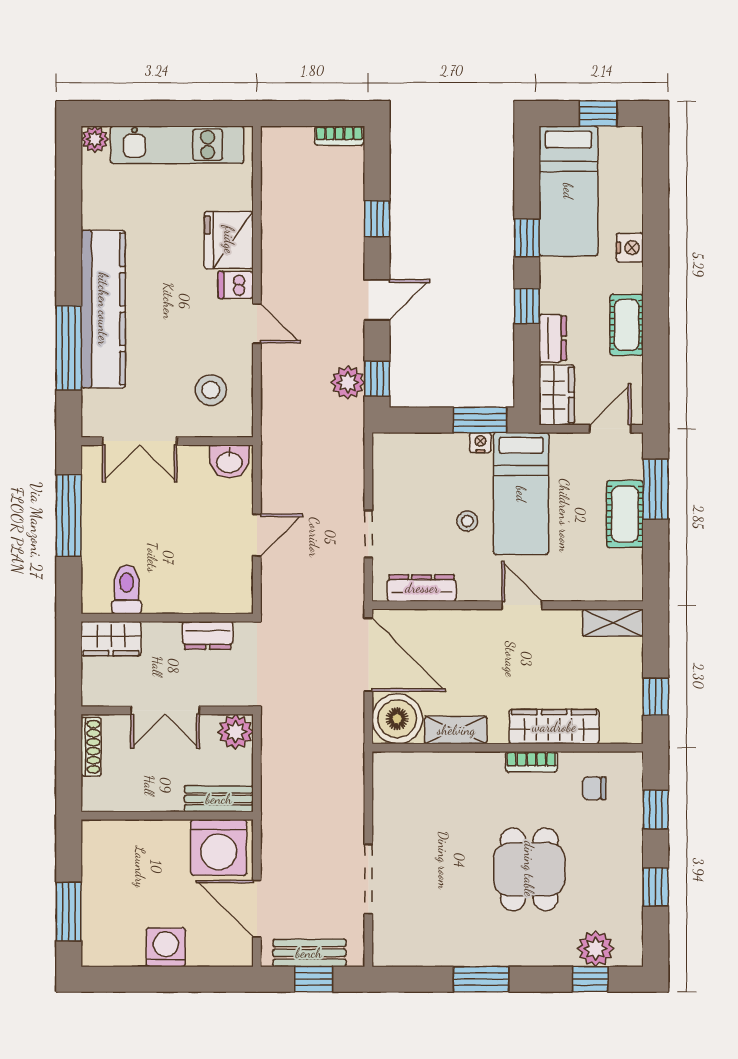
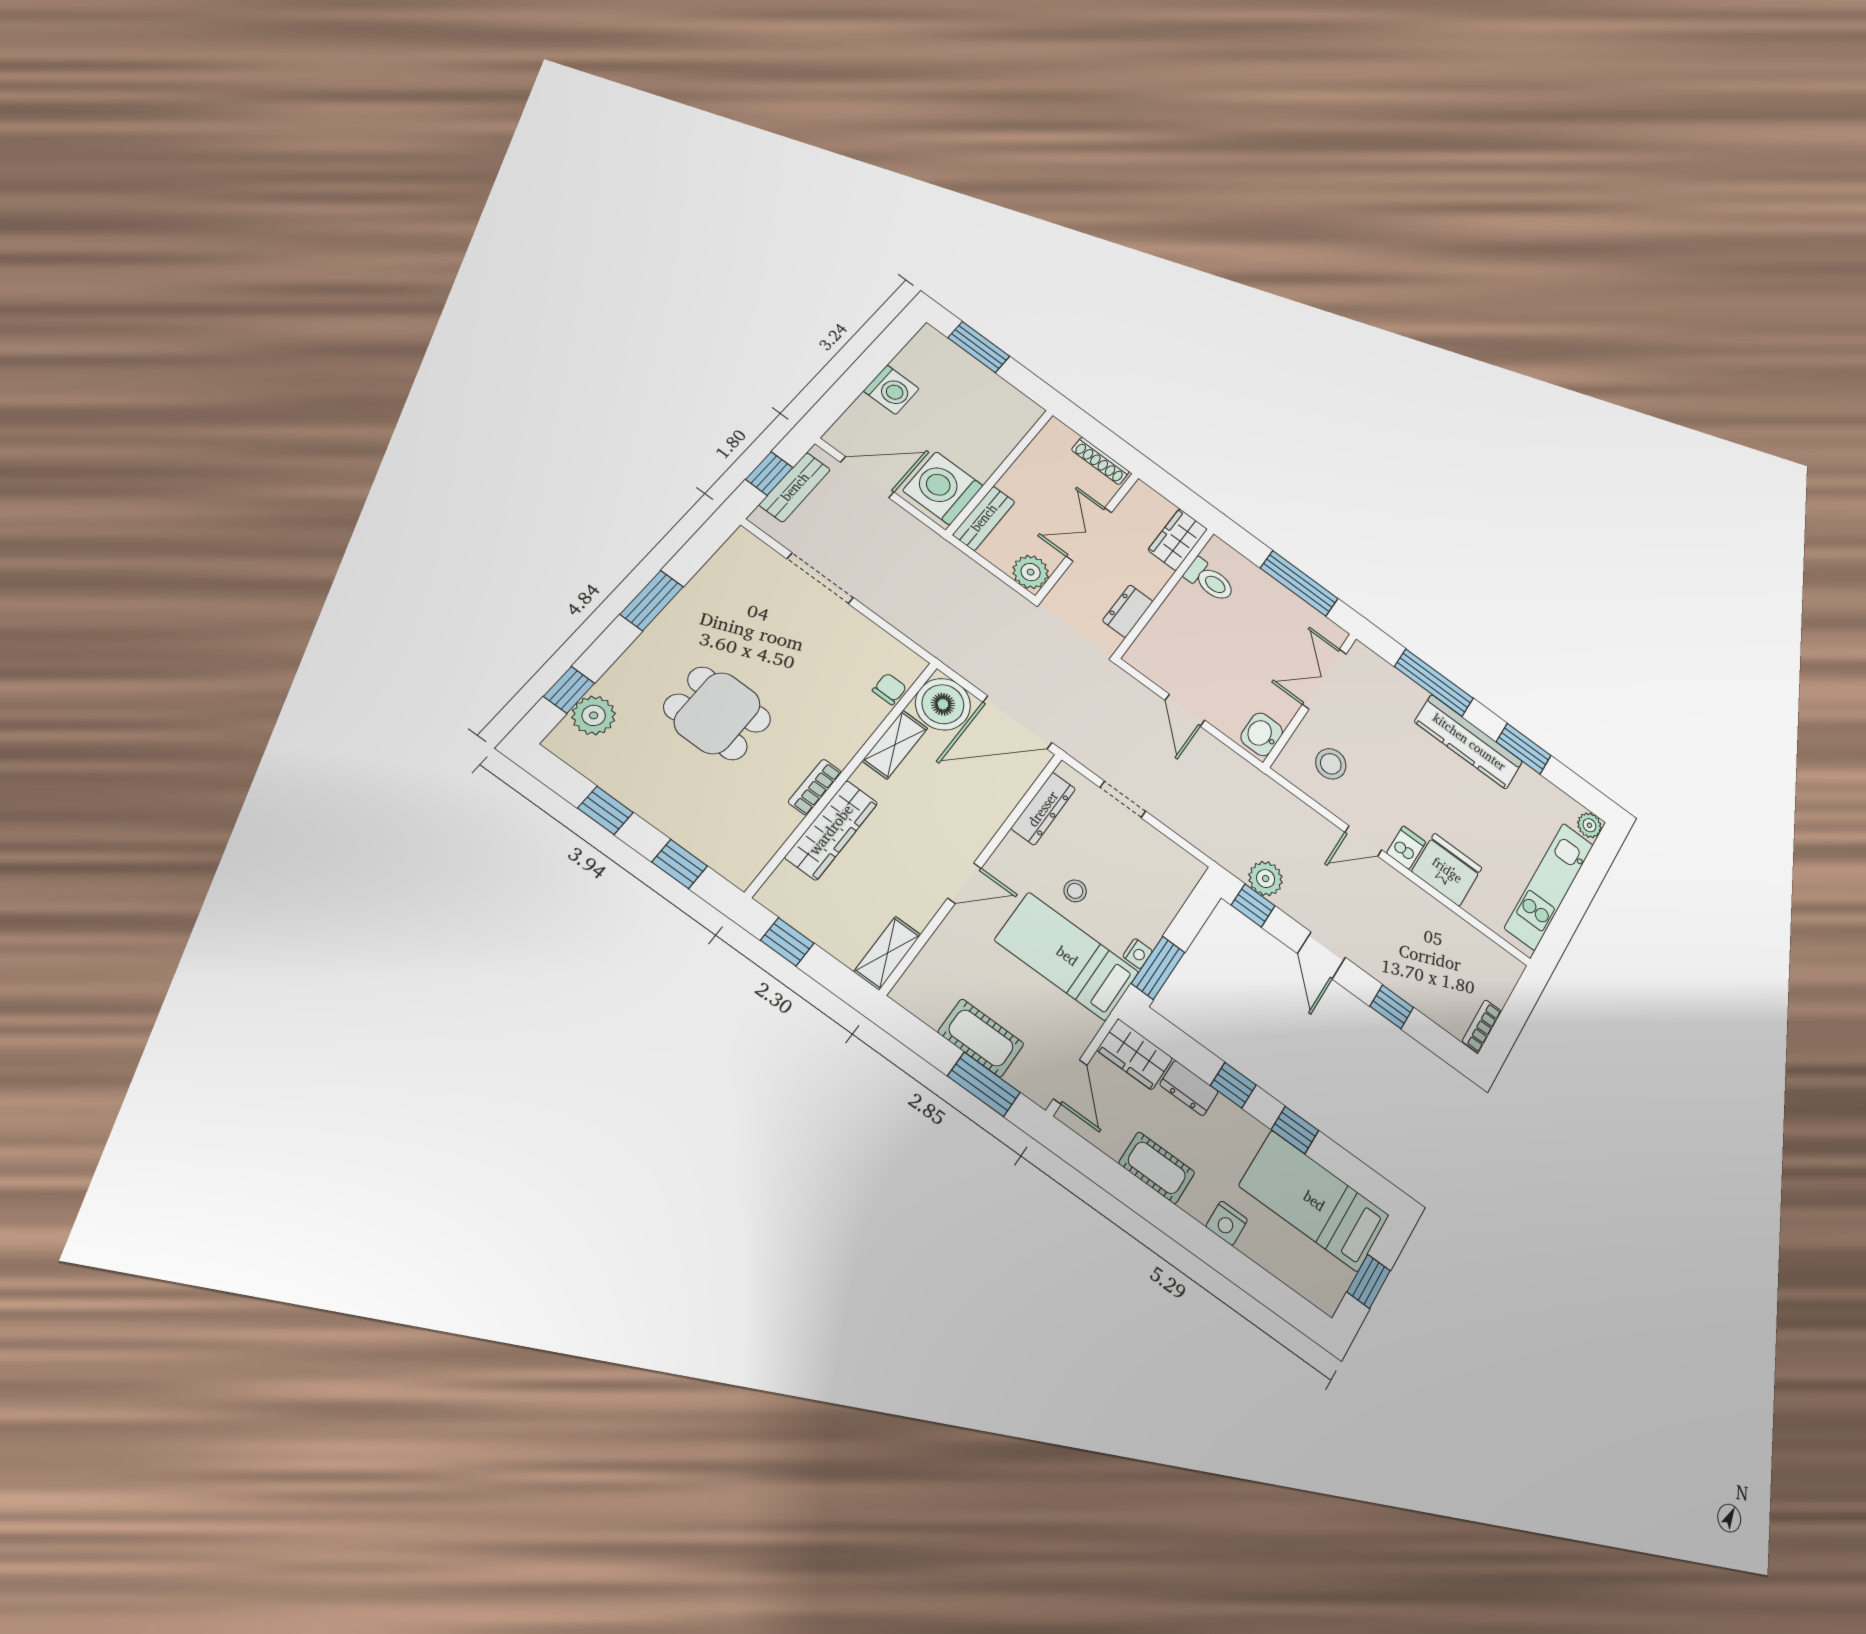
window: (69, 236) -> (1524, 749), added
kitchen counter: (103, 309) -> (1469, 742), width x0.72, depth x0.86
chair: (594, 788) -> (889, 689), moved

